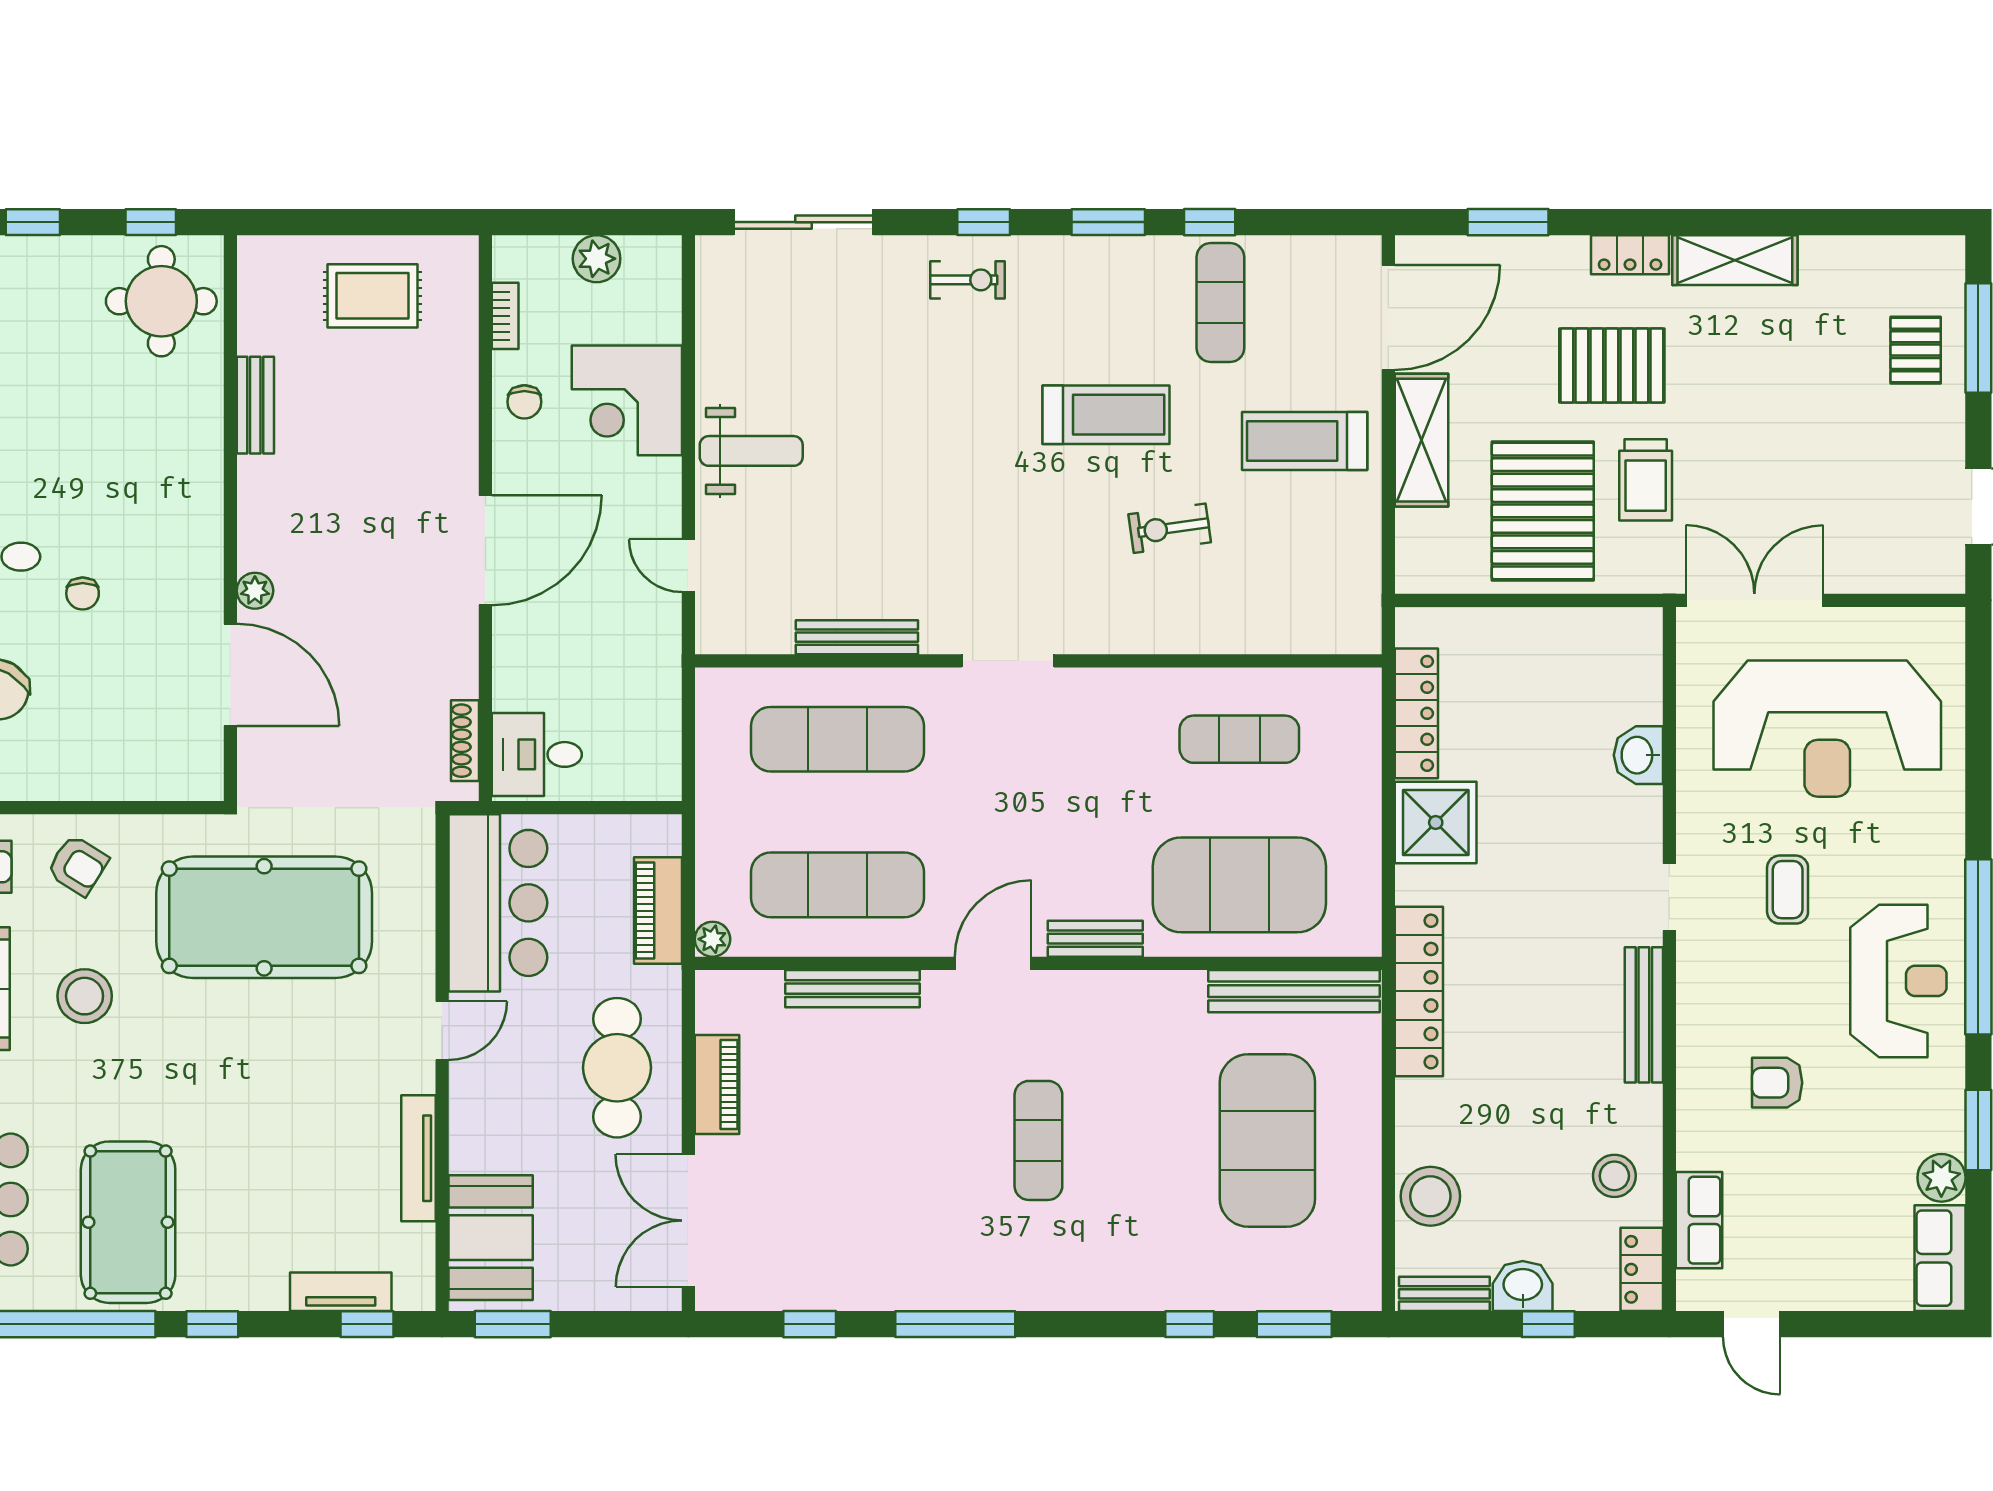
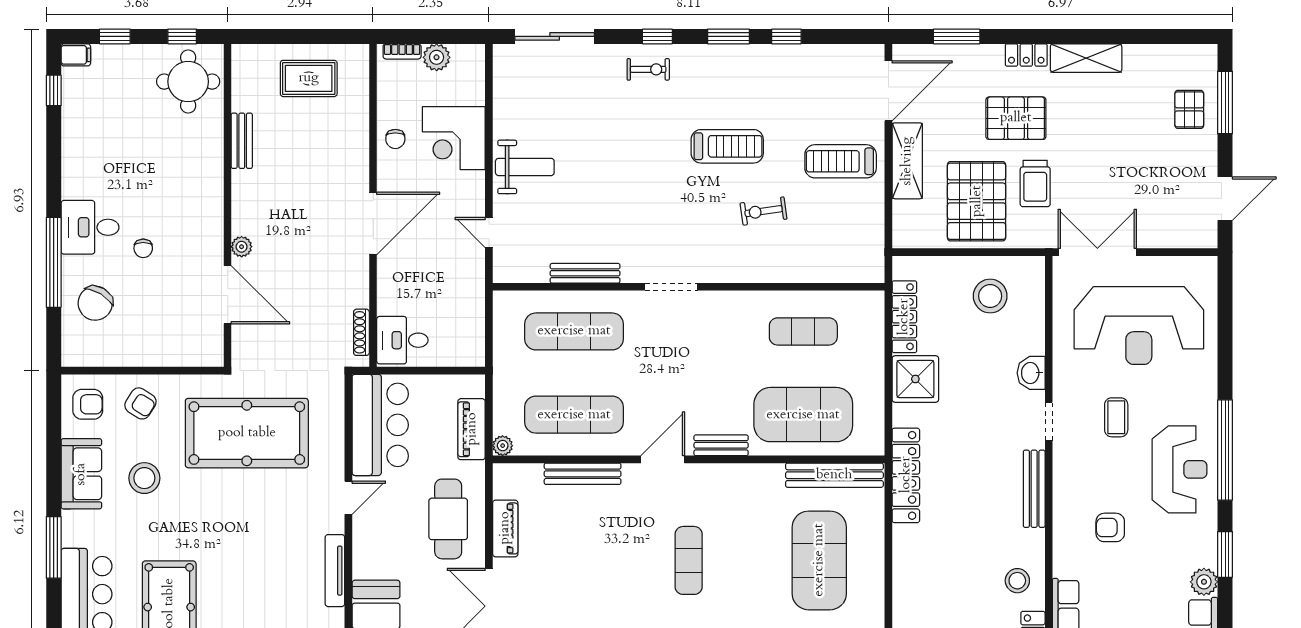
exercise mat: (1220, 303) -> (792, 82), removed
bookcase: (505, 316) -> (402, 51), moved, turned 90
washbasin: (1638, 755) -> (1031, 373), moved
stool: (1430, 1196) -> (990, 296), moved

